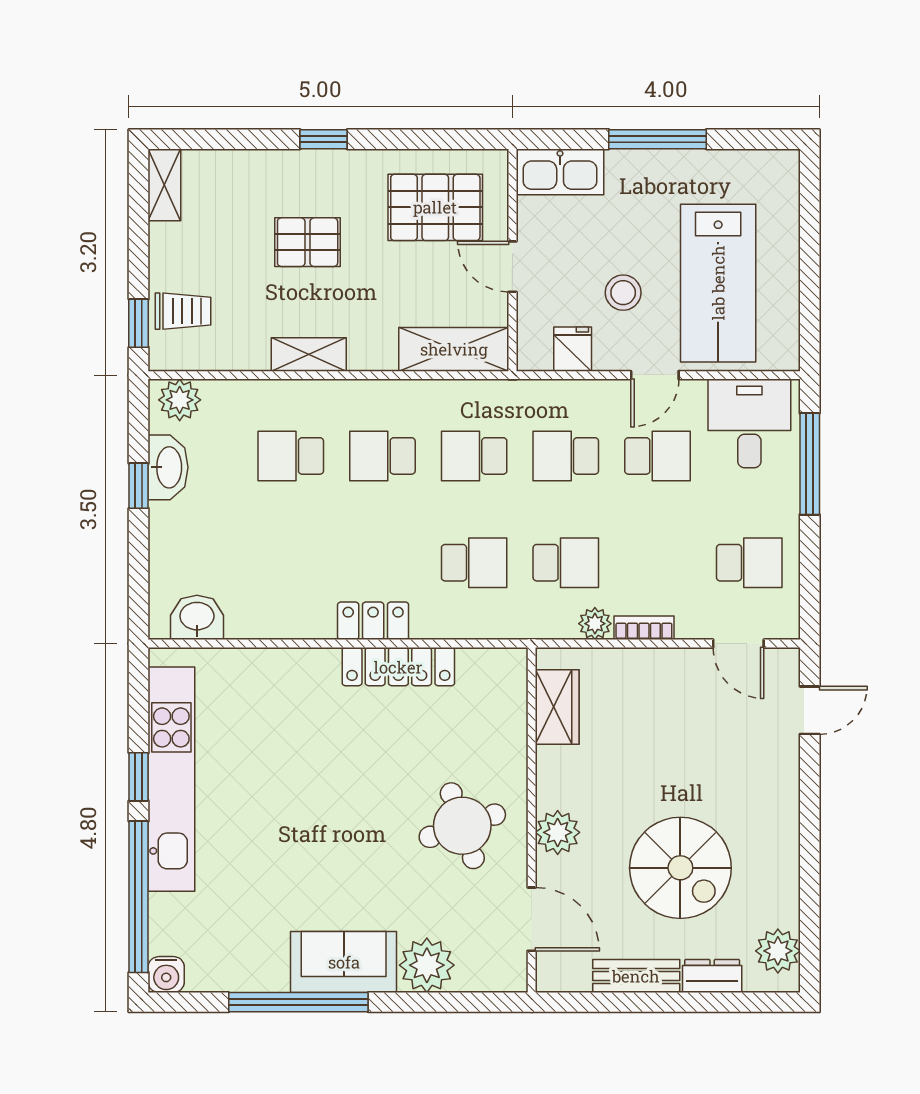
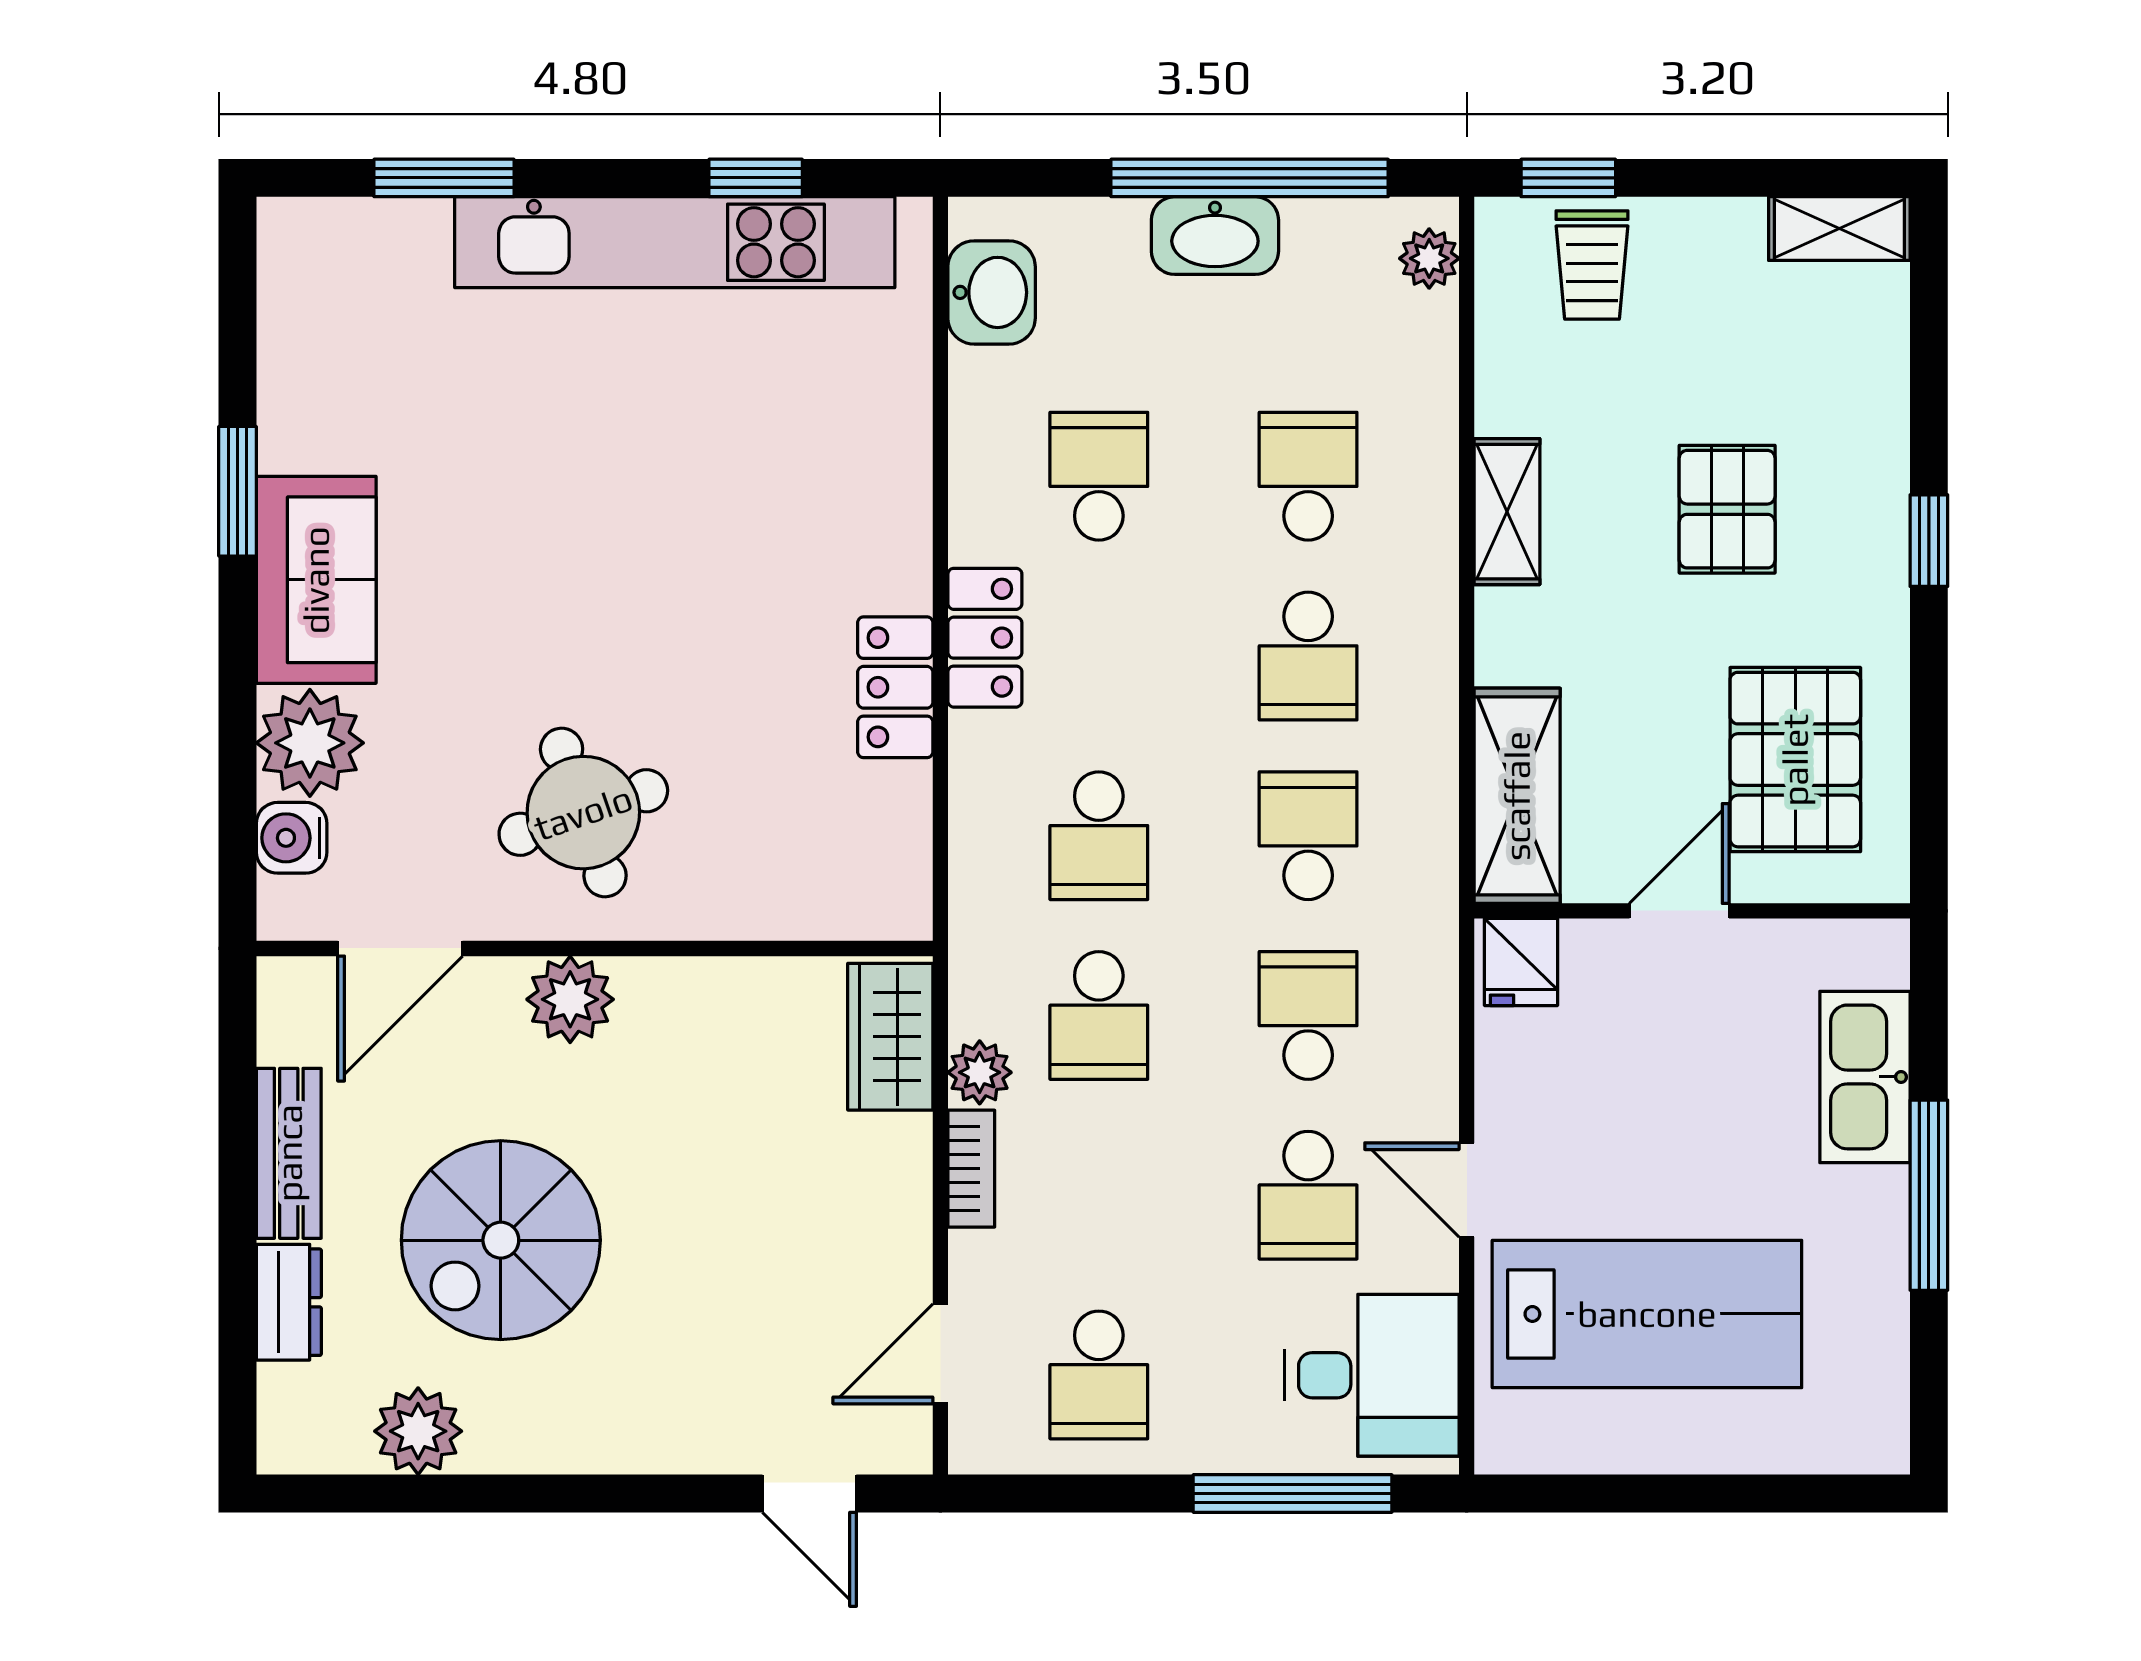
kitchen sink: (560, 172) -> (1865, 1077), moved
lab bench: (718, 283) -> (1647, 1314), turned 180
stool: (623, 293) -> (1628, 1128), removed
fridge: (573, 349) -> (1521, 962), moved, turned 90
plant: (180, 400) -> (1429, 258), width x0.73, depth x0.73
school desk: (382, 456) -> (1308, 656), turned 180
washbasin: (168, 467) -> (1215, 236), moved
window: (139, 486) -> (1250, 178), width x3.17
school desk: (291, 563) -> (1099, 476), added
locker: (398, 667) -> (895, 687), width x0.66
wardrobe: (557, 707) -> (890, 1037), moved, turned 90
window: (139, 777) -> (756, 178), moved
window: (139, 897) -> (444, 178), width x0.47
plant: (778, 951) -> (418, 1431), moved
water cooler: (166, 975) -> (292, 838), moved
window: (298, 1002) -> (237, 491), width x0.47

